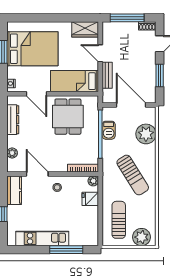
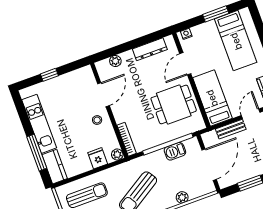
bed: (32, 49) -> (236, 41), width x0.67
plant: (146, 134) -> (182, 197), width x0.53, depth x0.53
kitchen counter: (14, 190) -> (55, 167), moved, turned -90

